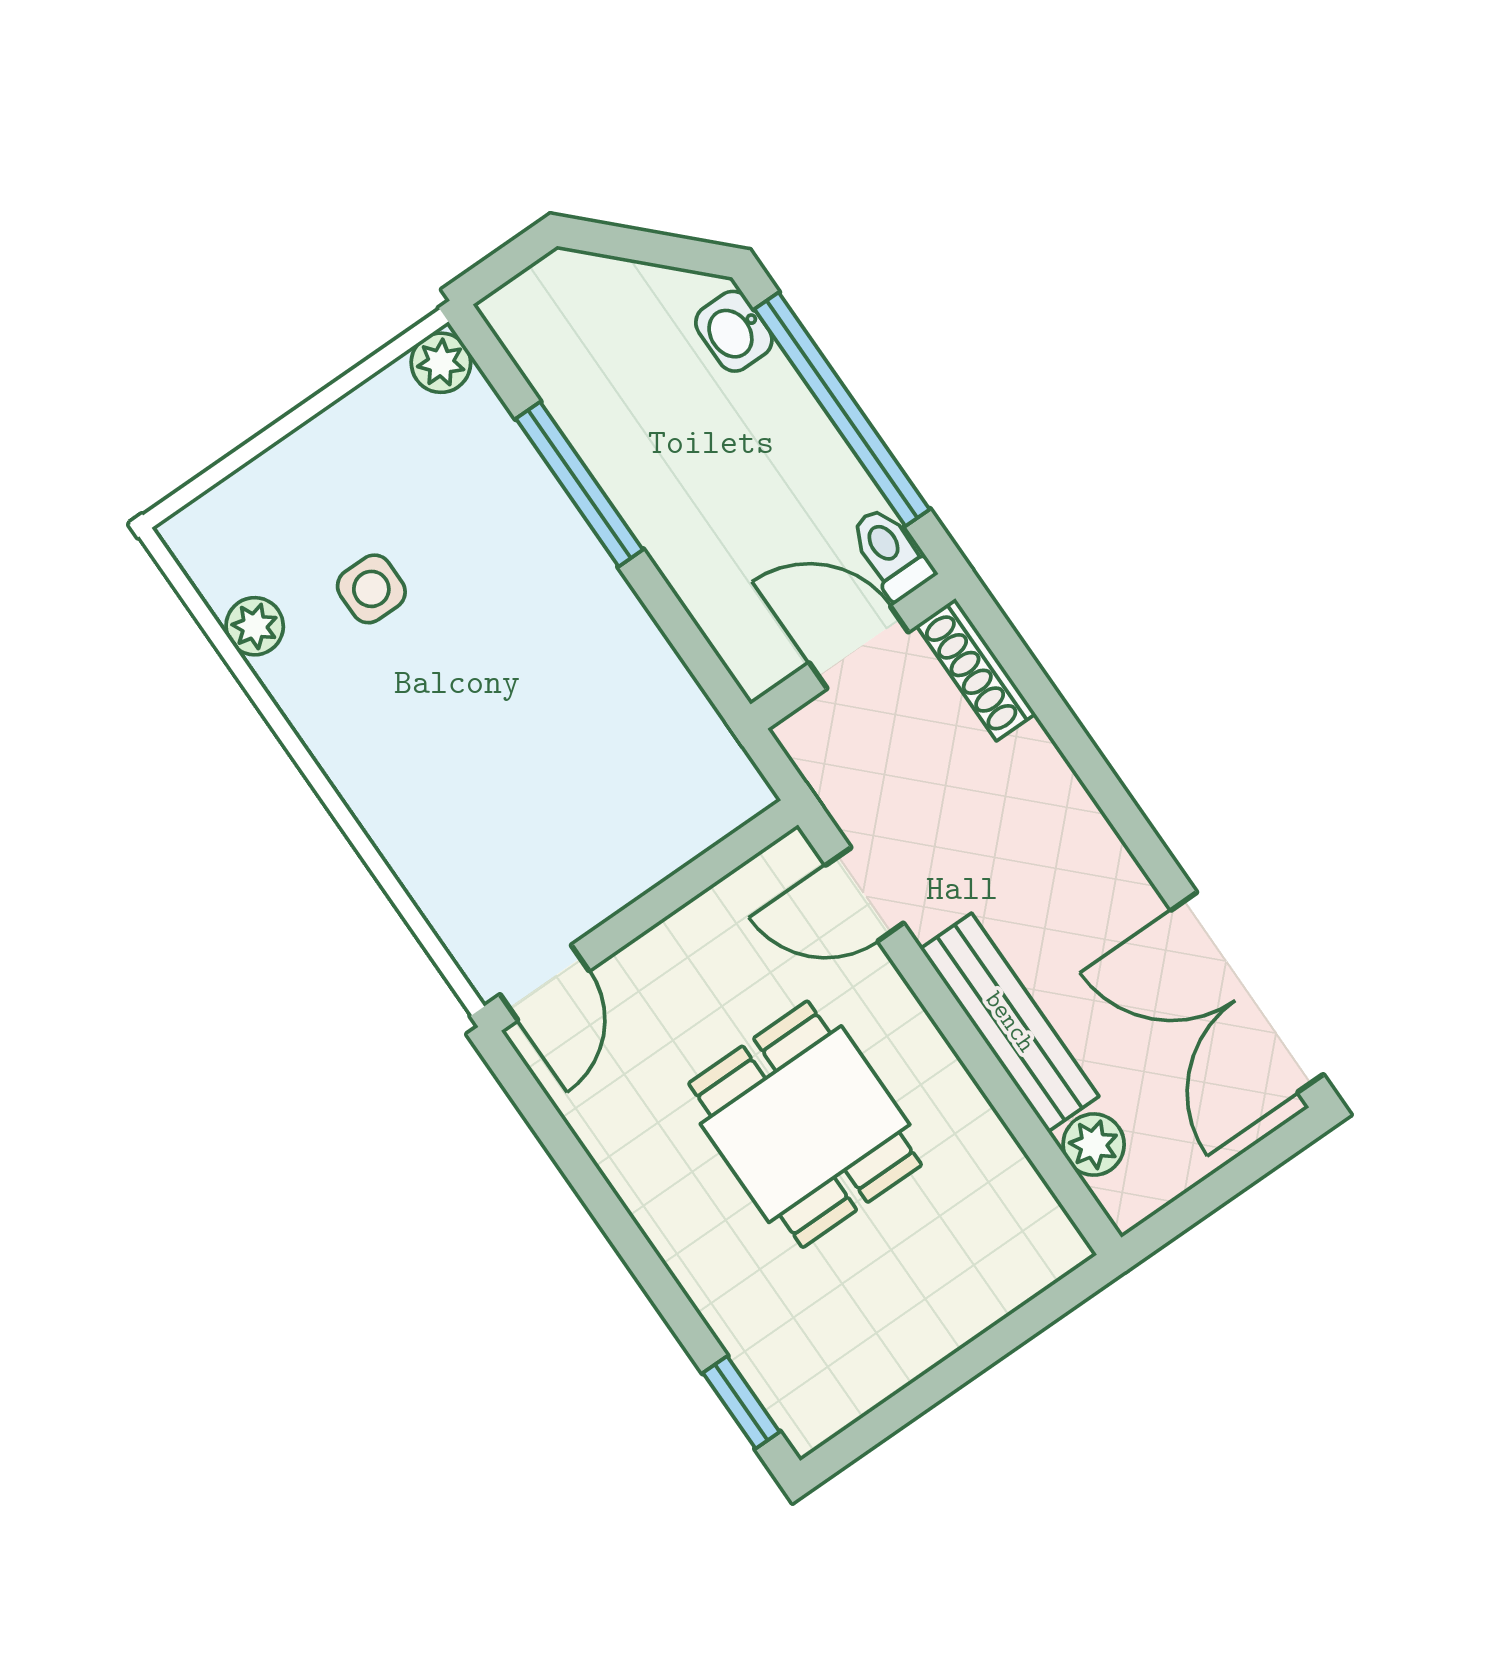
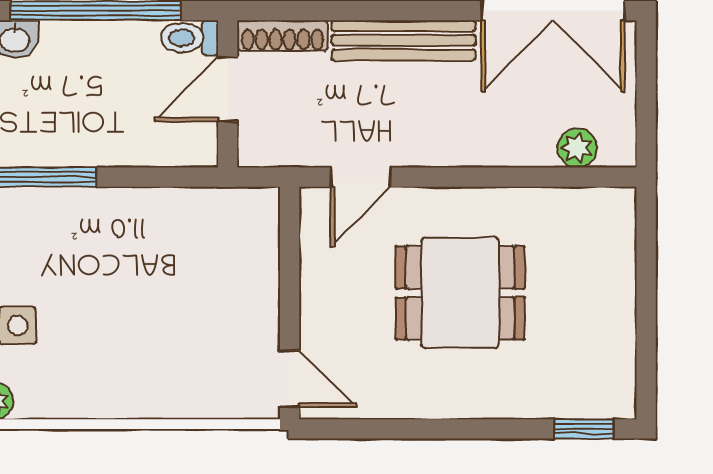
bench: (1010, 1022) -> (404, 40), moved

